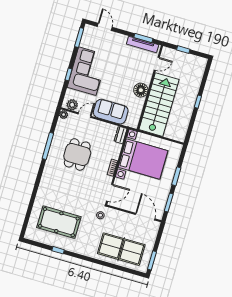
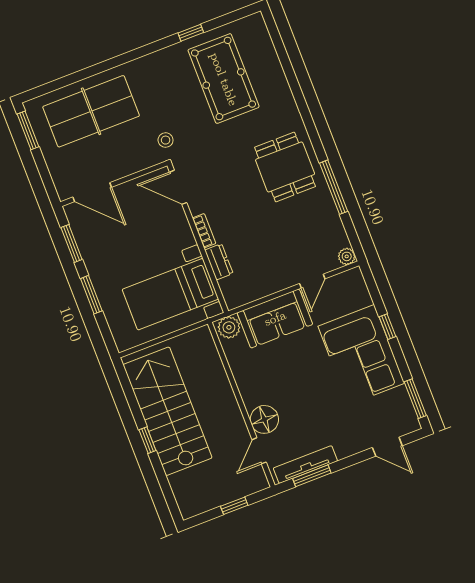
floor lamp: (141, 90) -> (264, 419), moved
plant: (72, 105) -> (229, 327), moved
stairs: (159, 105) -> (168, 411), moved, turned 180
dresser: (120, 135) -> (219, 262), moved
dining table: (77, 154) -> (285, 167), moved
bed with nightstands: (143, 159) -> (170, 294), width x0.73
door: (110, 193) -> (178, 187), hinge flipped
pool table: (59, 222) -> (224, 79), turned 90

